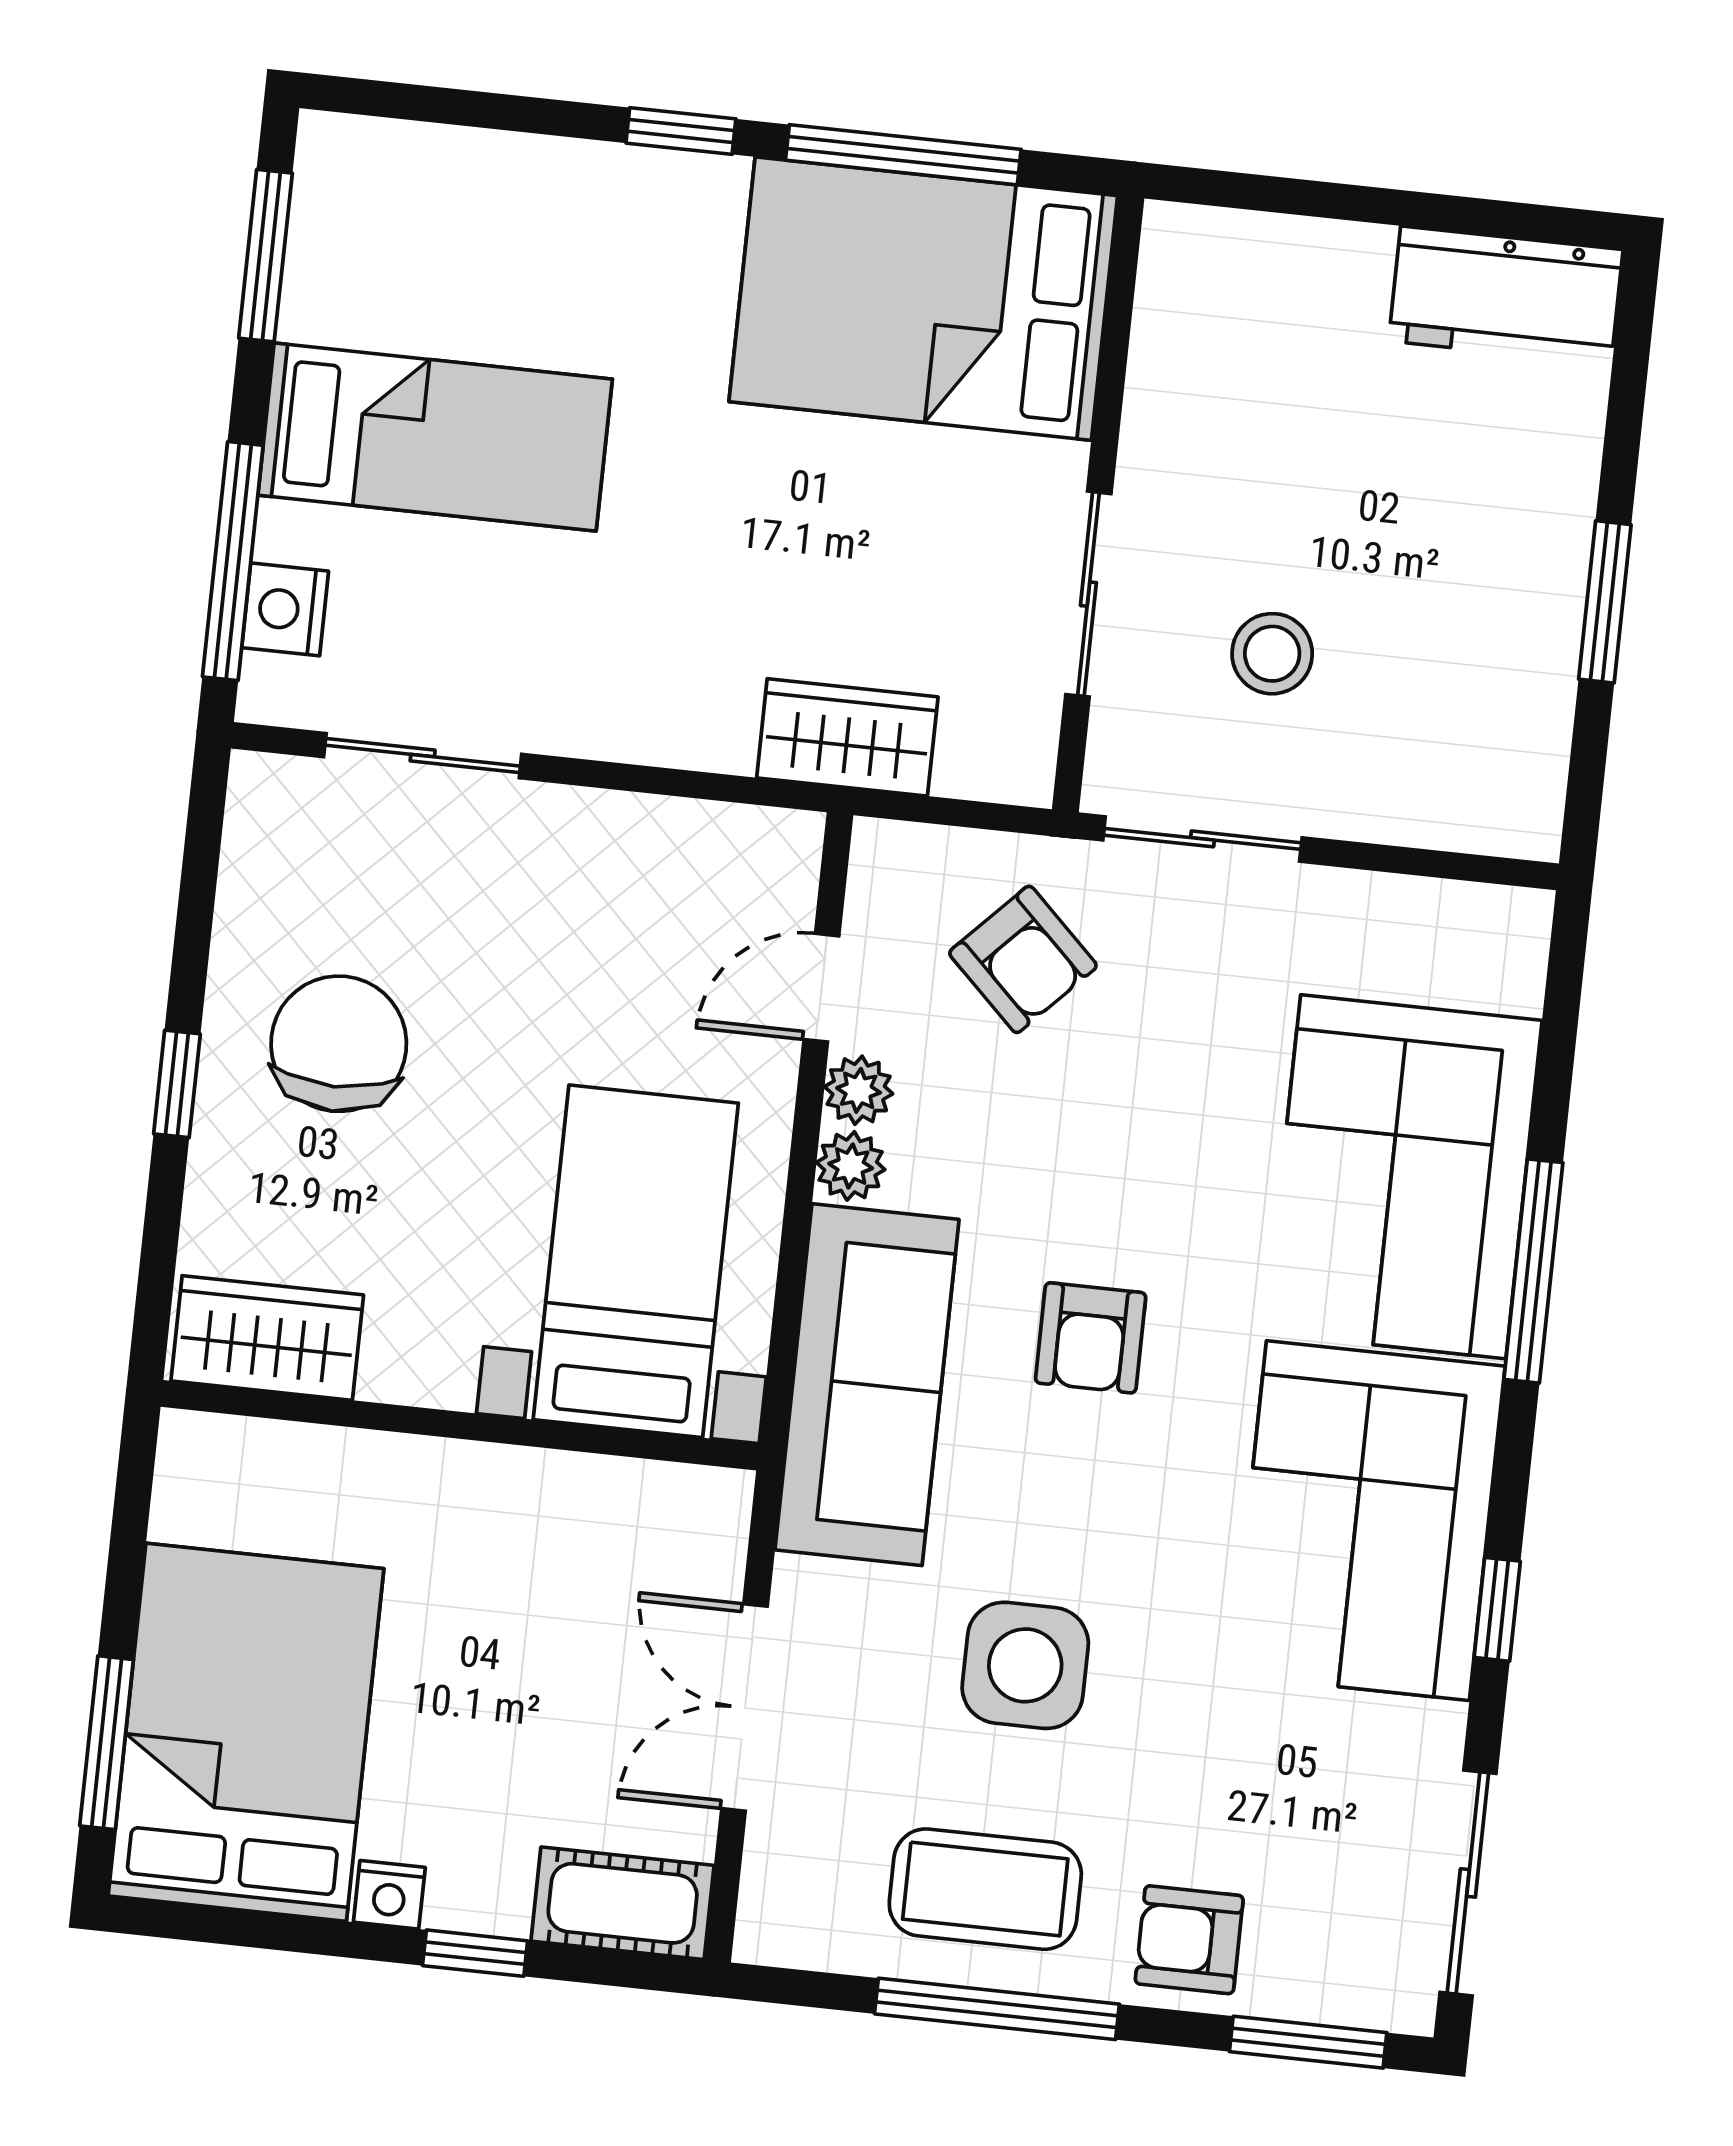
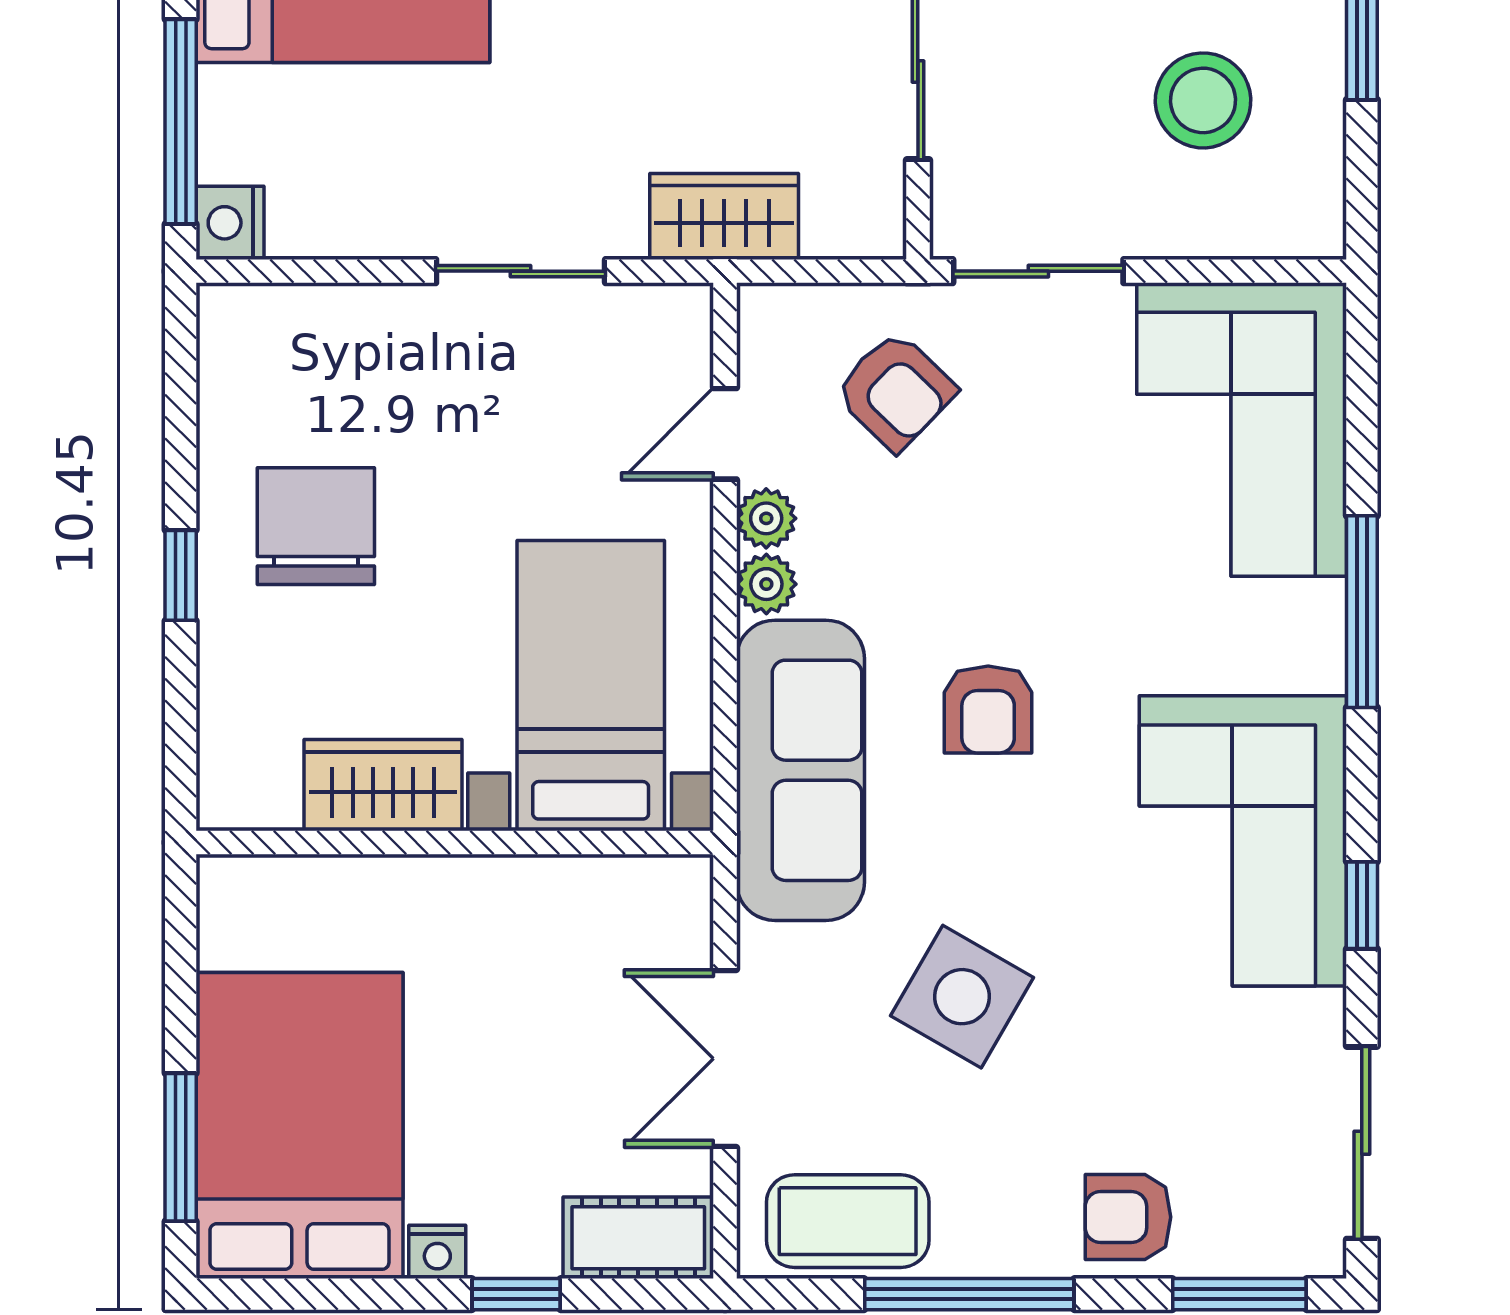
nightstand: (285, 609) -> (230, 223), moved
stool: (1272, 654) -> (1203, 100), moved, width x1.38, depth x1.38
sliding door: (423, 756) -> (521, 271), moved
corner sofa: (1403, 1177) -> (1242, 430), moved
wardrobe: (267, 1338) -> (383, 785), moved
side table: (1025, 1665) -> (962, 997), turned 30
coffee table: (985, 1889) -> (848, 1221), moved

